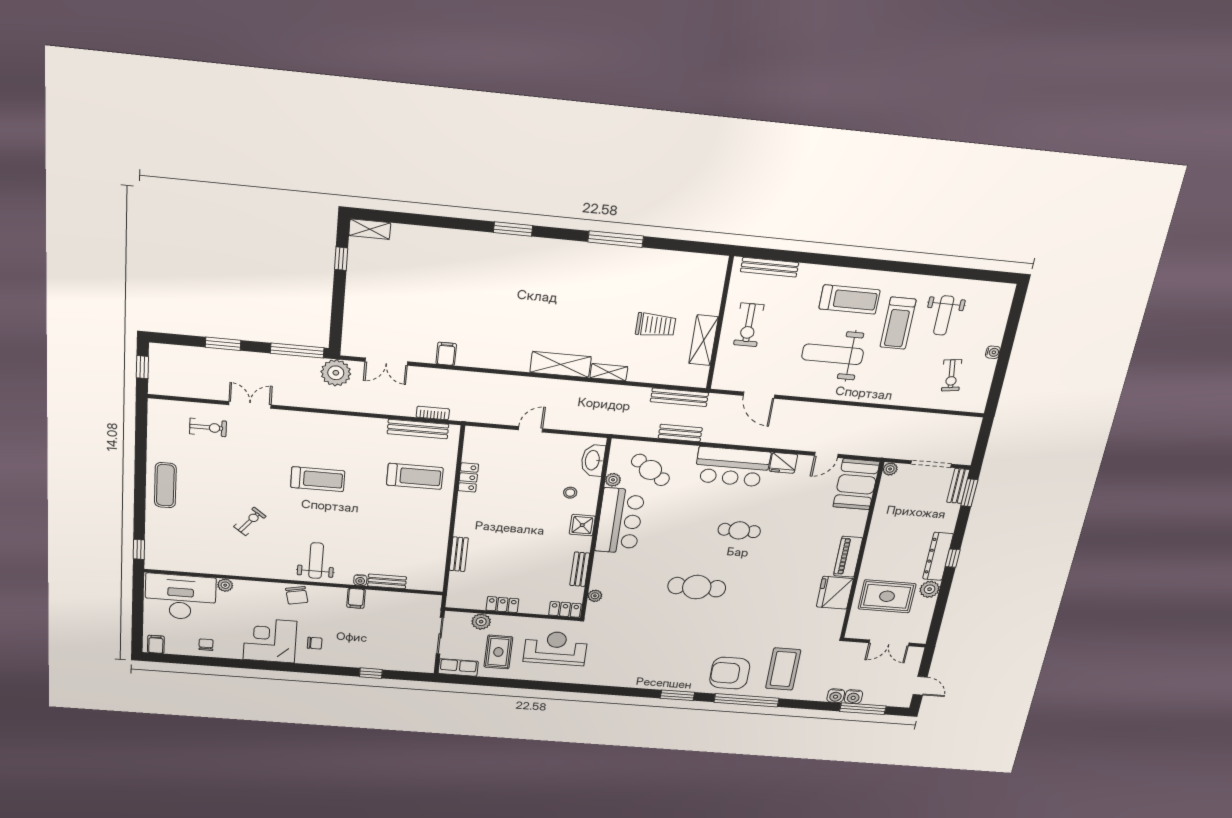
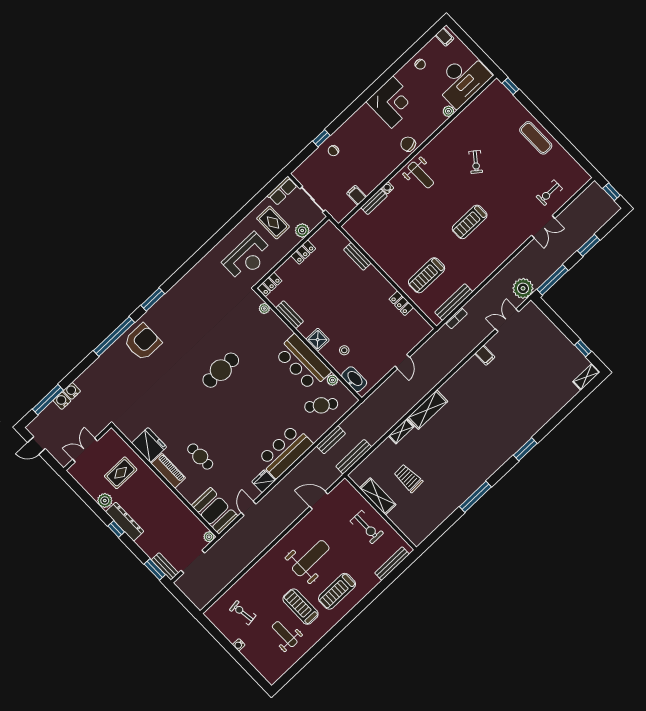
trolley: (656, 325) -> (408, 478), turned 88
exercise bike: (749, 325) -> (367, 527), turned 180
cafe table: (739, 530) -> (200, 457), moved, turned 90
rug: (887, 596) -> (121, 473), width x0.73, depth x0.70
filing cabinet: (356, 598) -> (357, 195), moved
chair: (315, 643) -> (333, 151), moved
coffee table: (783, 669) -> (119, 375), removed

